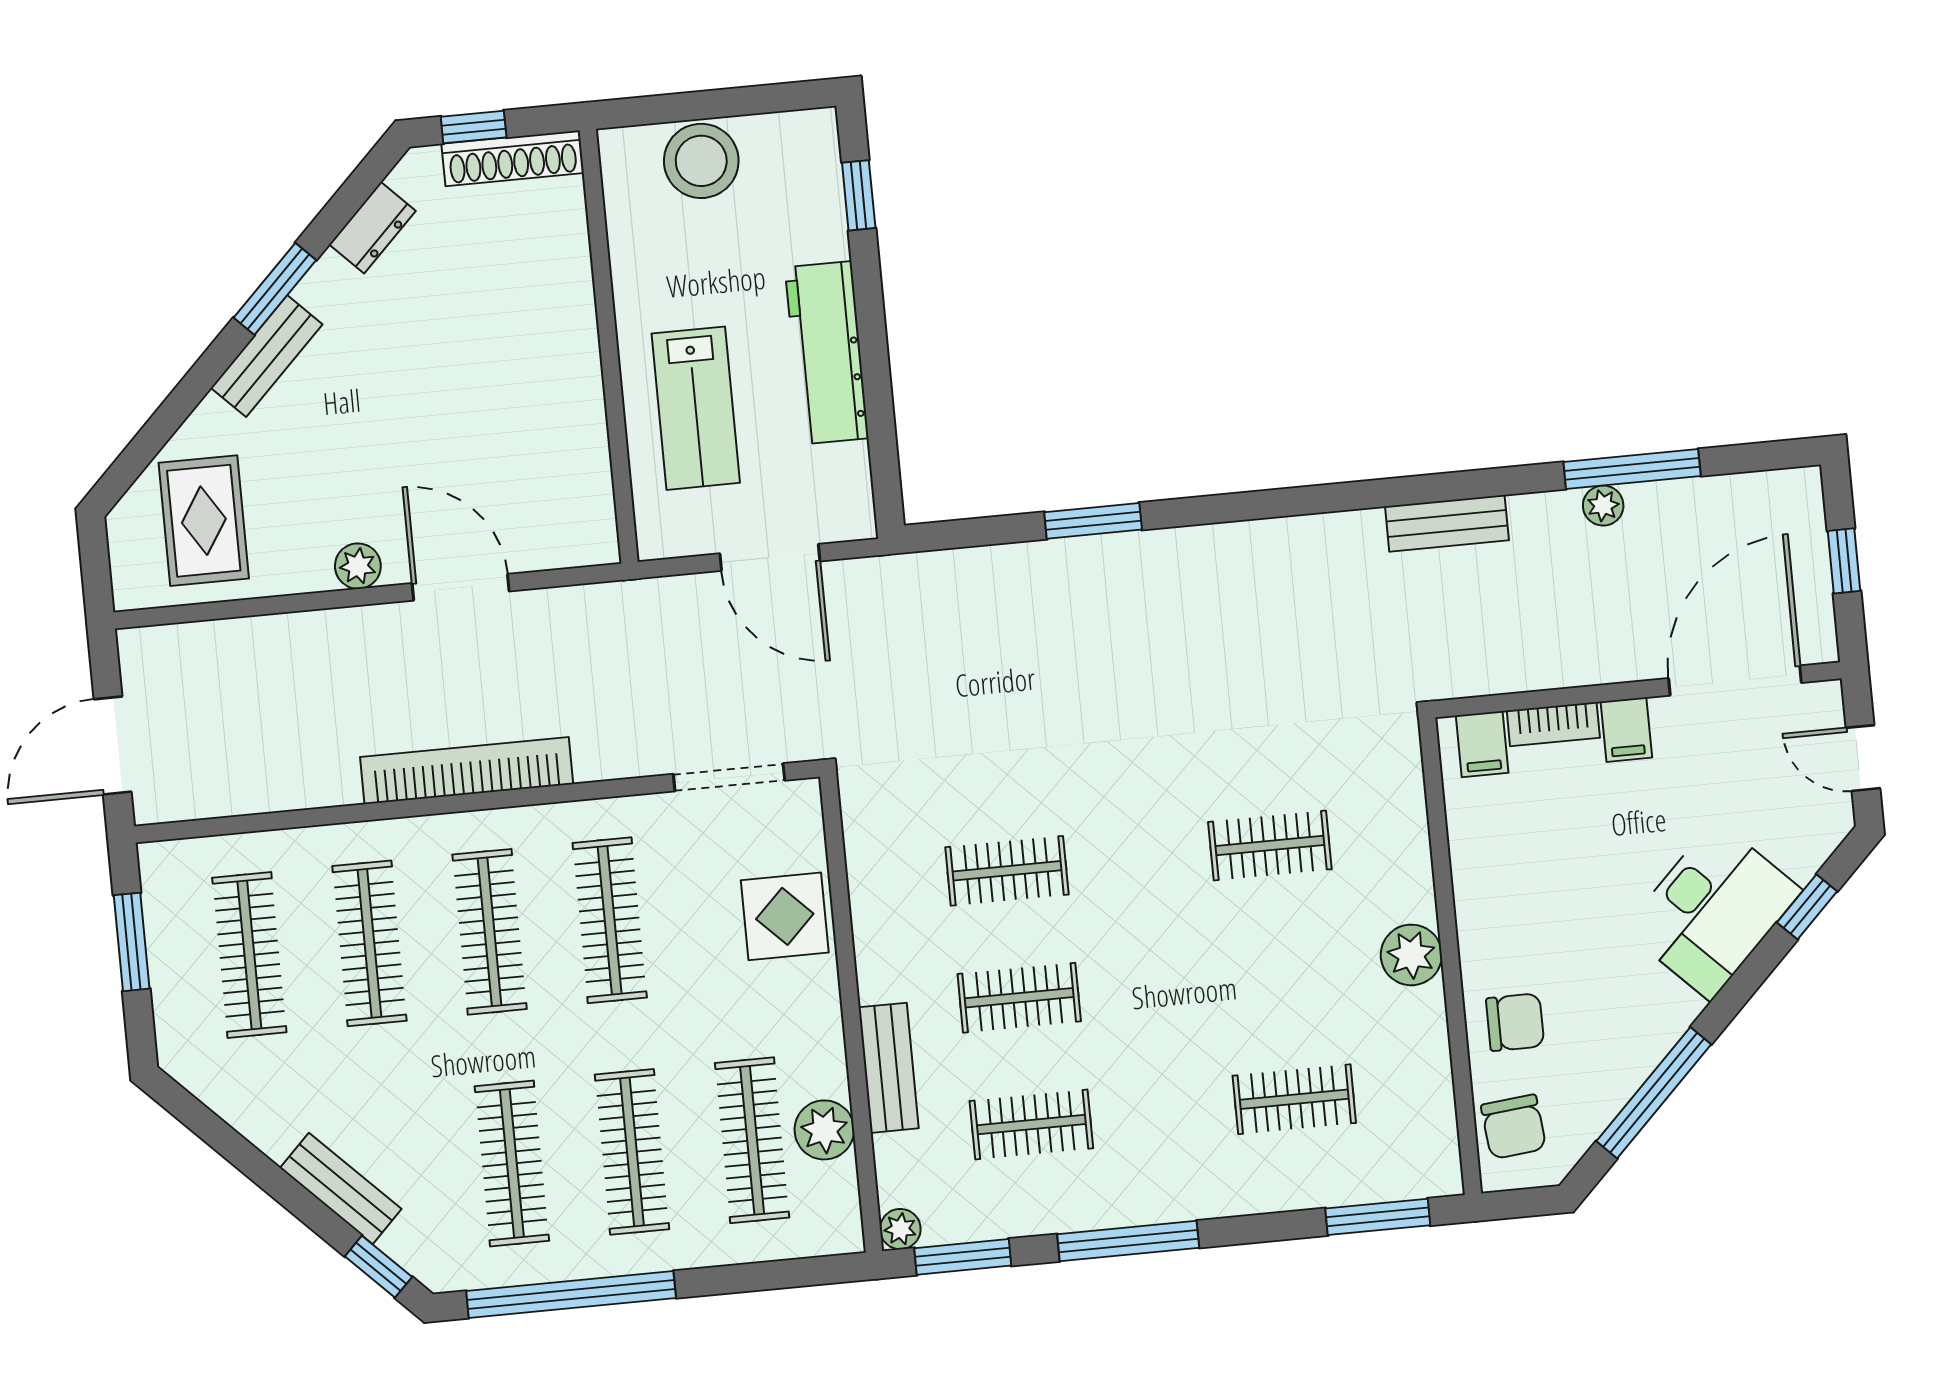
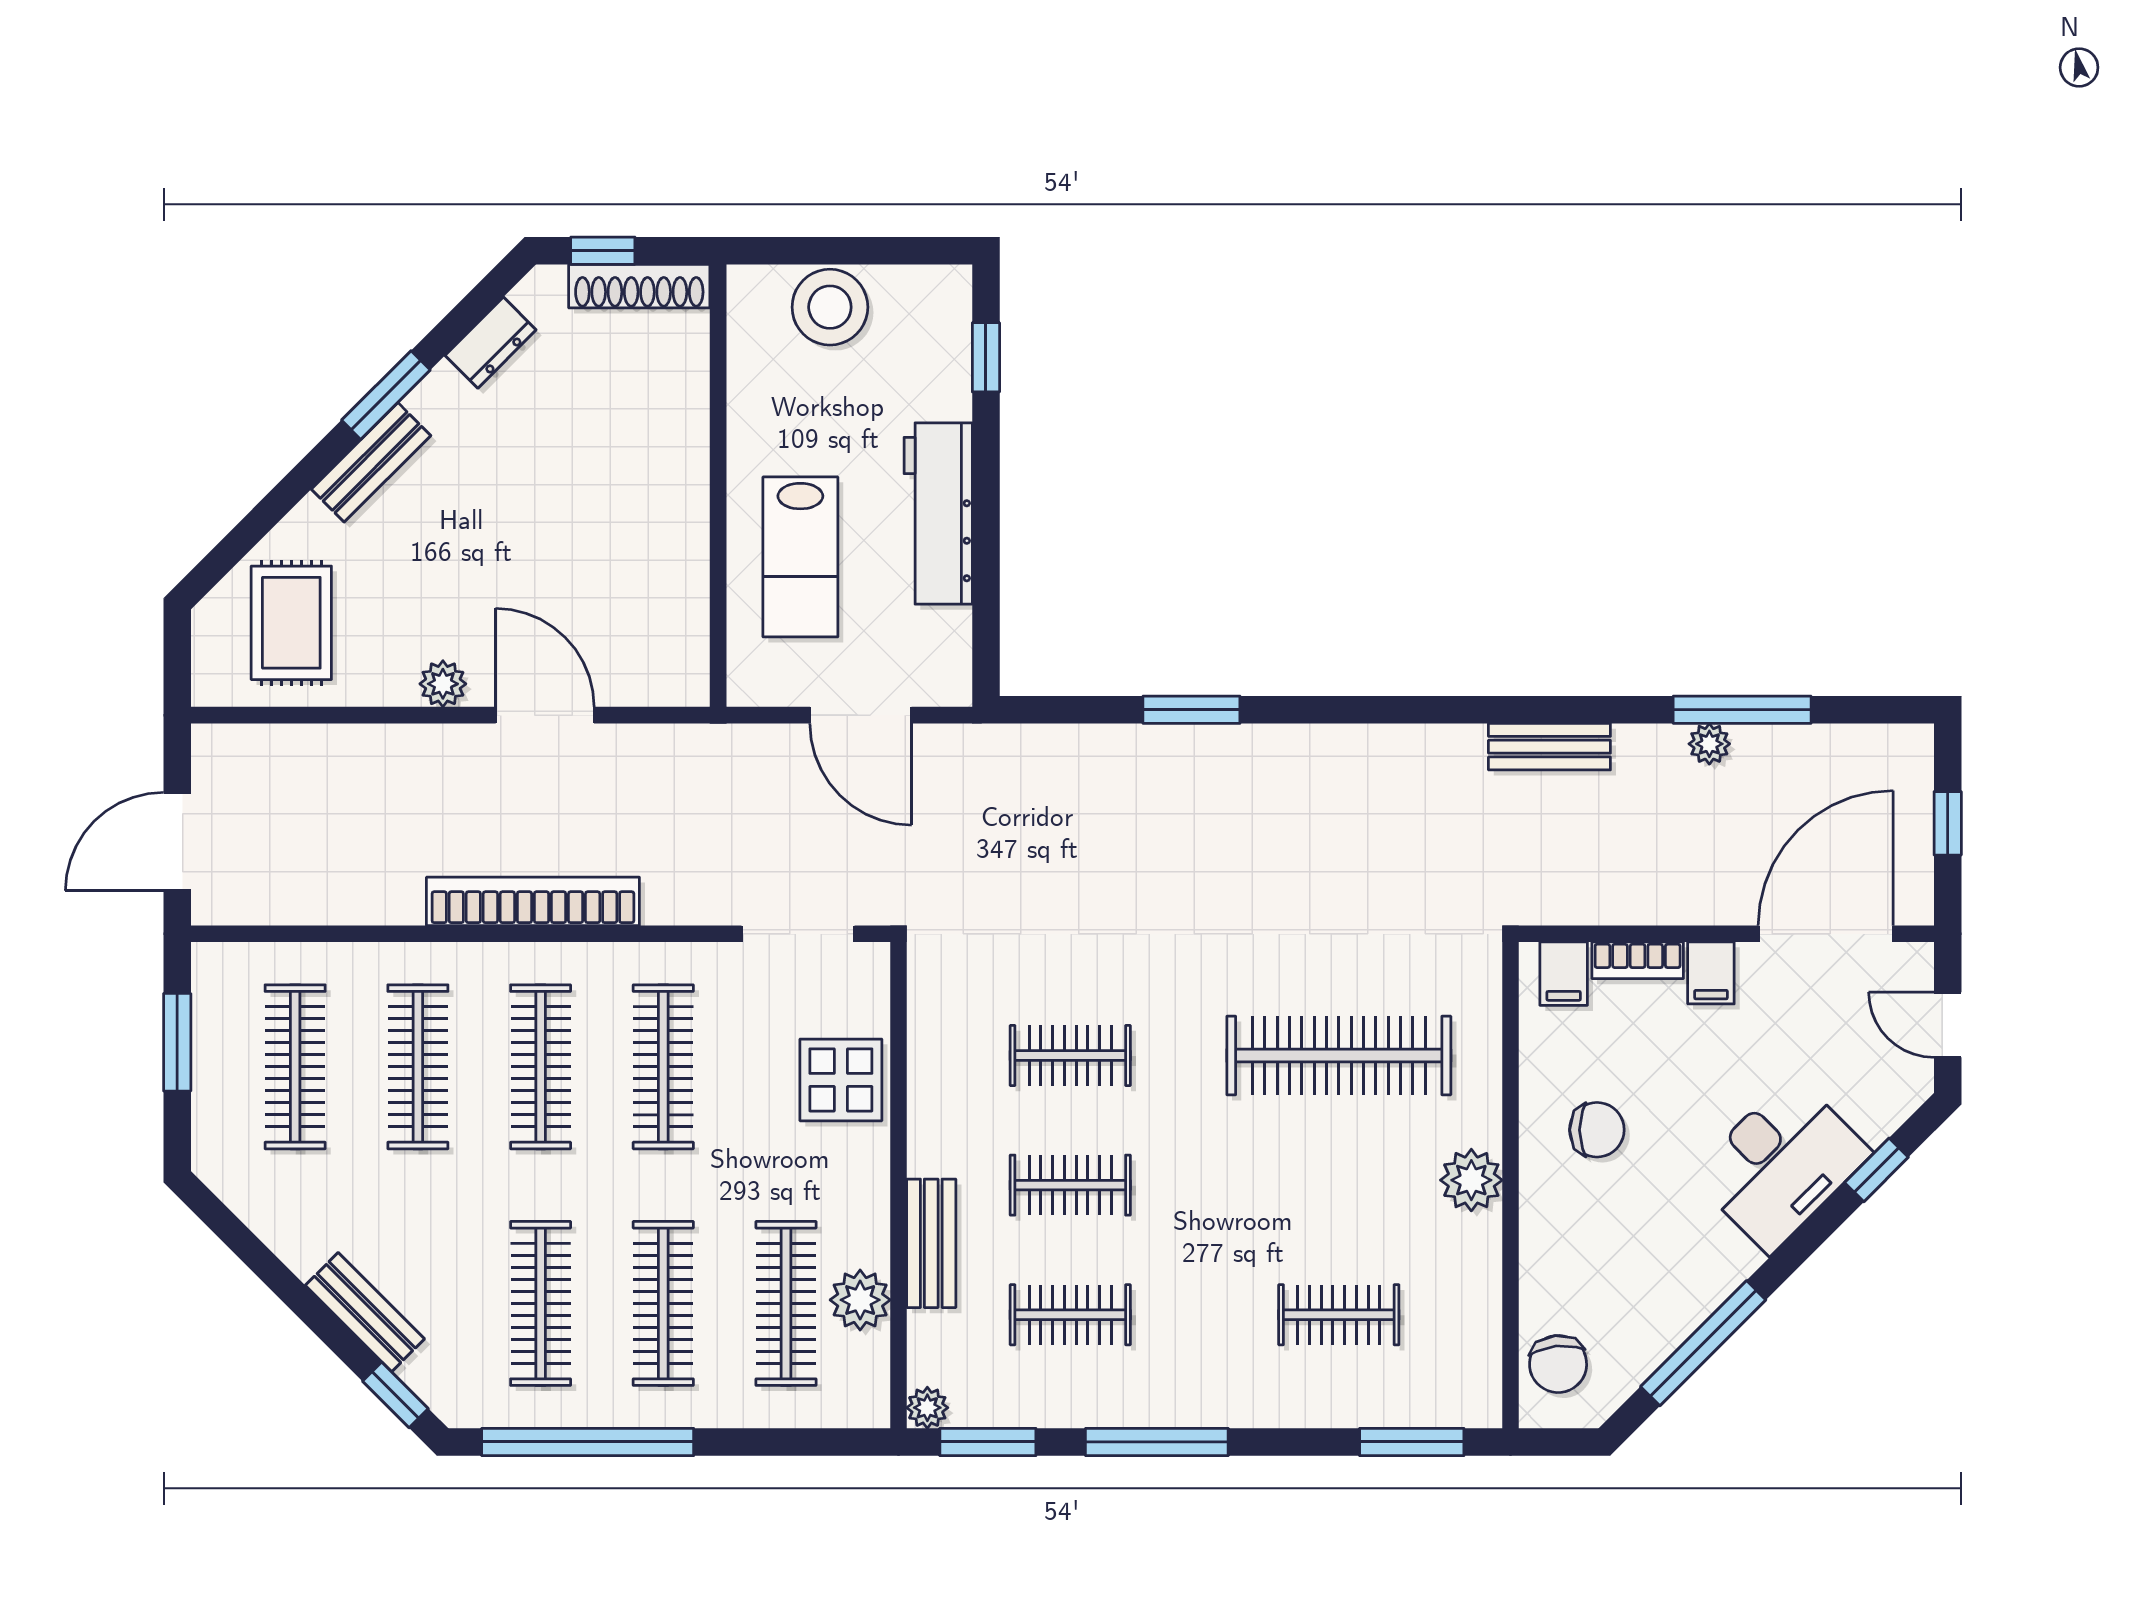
clothes rail: (1270, 846) -> (1339, 1056), width x1.86, depth x1.31
chair: (1515, 1022) -> (1597, 1130), moved

